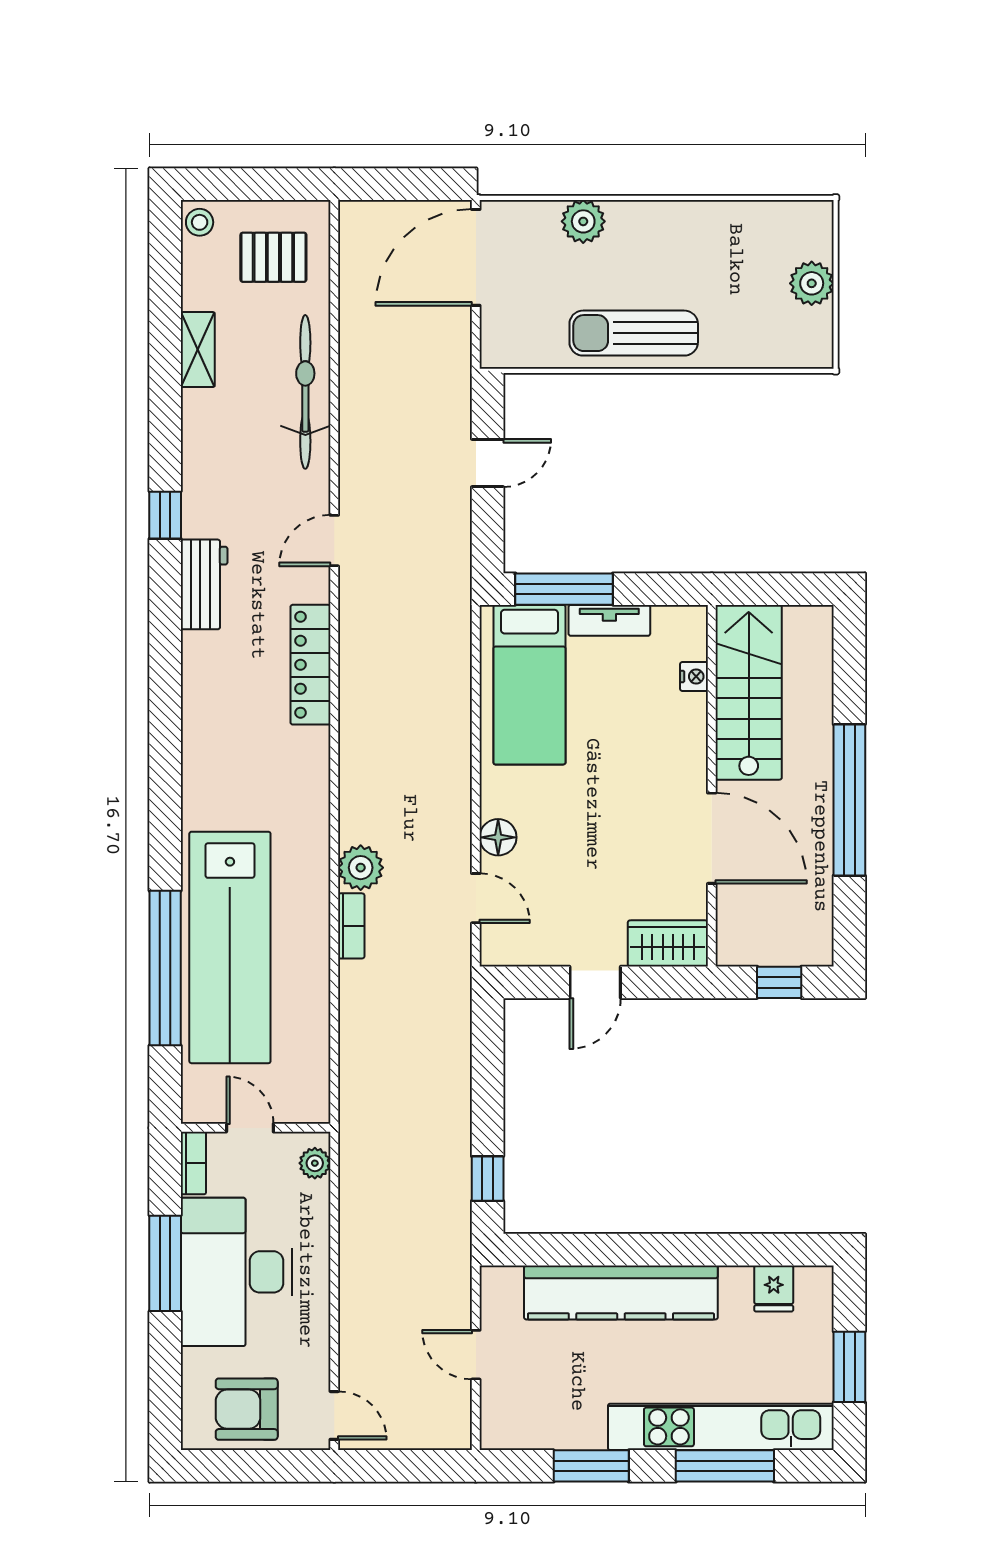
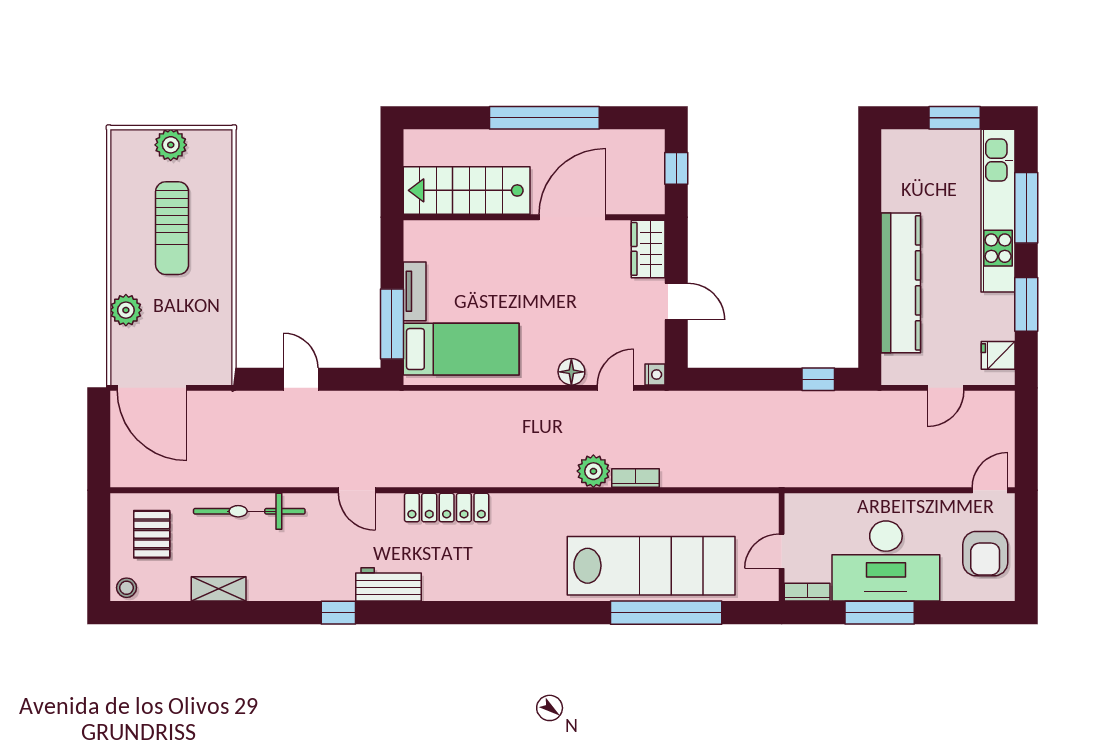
sun lounger: (634, 333) -> (172, 228), moved
nightstand: (694, 676) -> (655, 374), moved, turned 90
plant: (315, 1163) -> (807, 504), removed
fridge: (774, 1288) -> (998, 355), moved, turned 180

